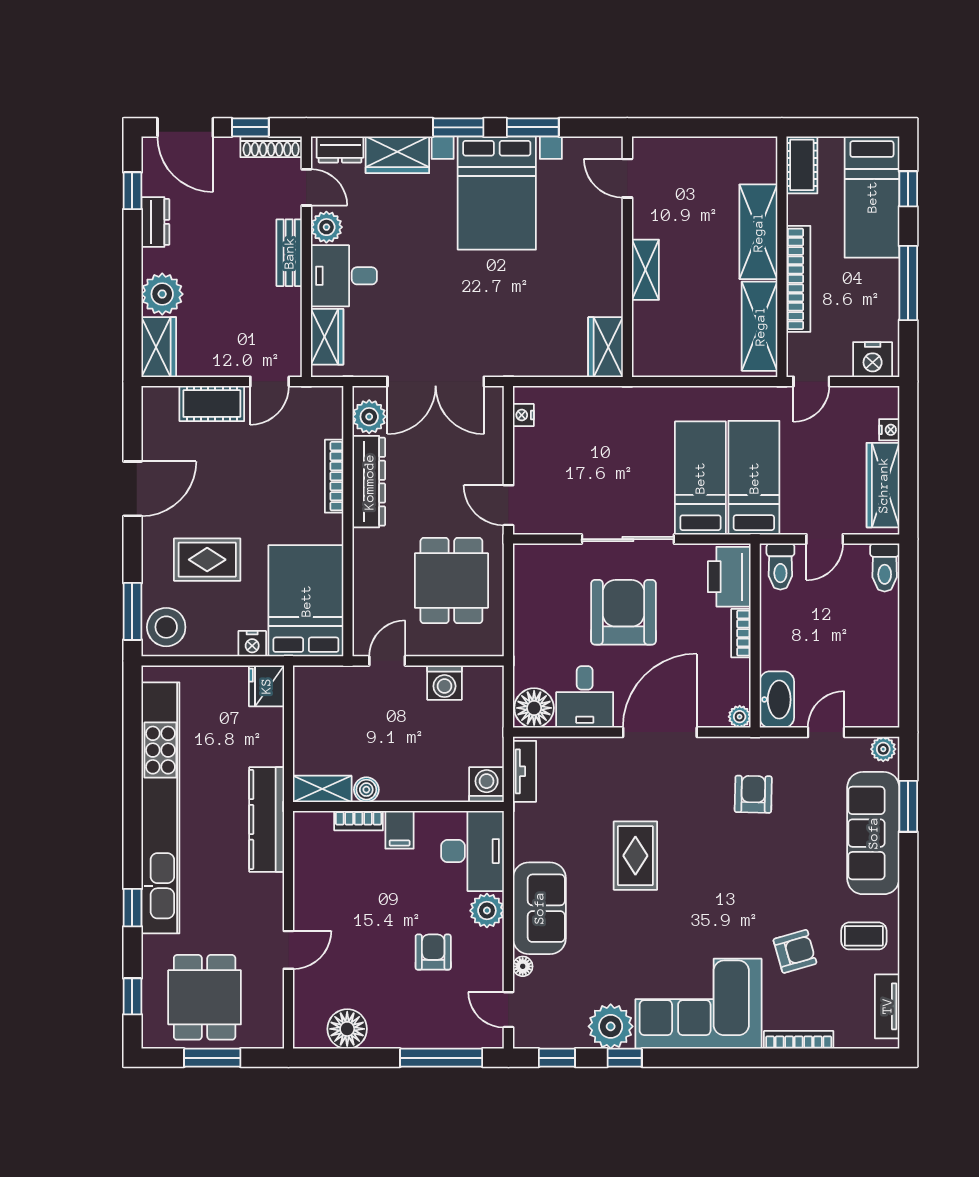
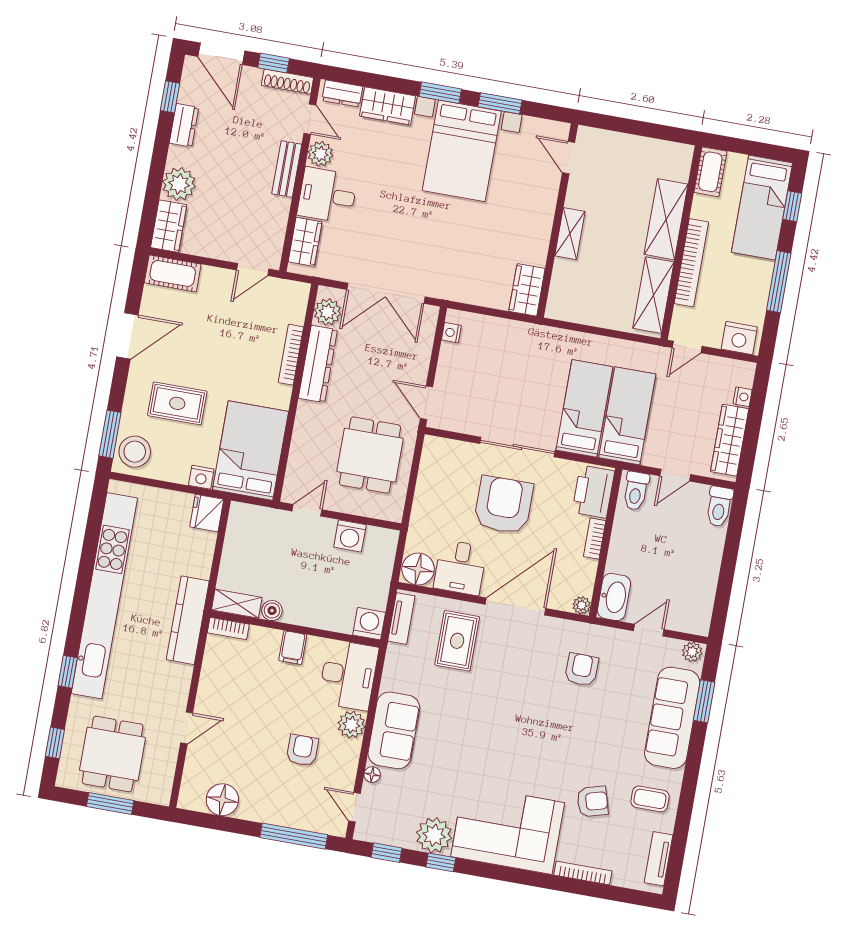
cot: (212, 404) -> (173, 273), moved
bookcase: (359, 821) -> (228, 629), moved
rug: (635, 856) -> (457, 641), moved

